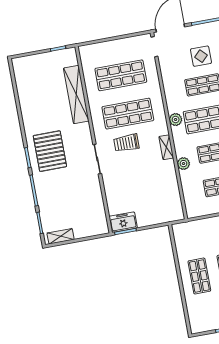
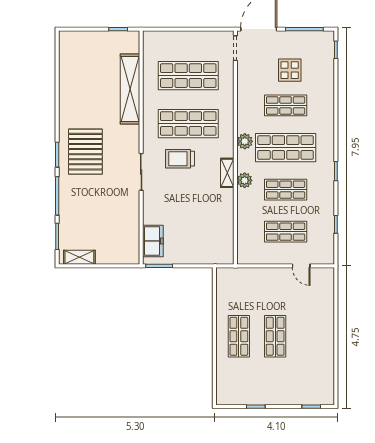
plant: (183, 164) -> (245, 180), moved
freezer: (123, 222) -> (153, 241), moved, turned 90

